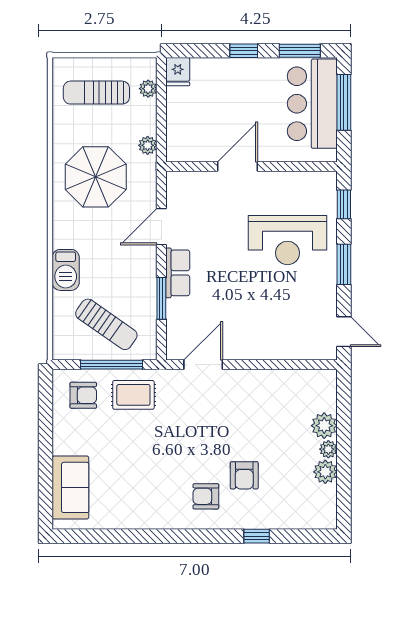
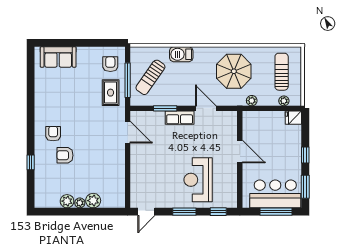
armchair: (83, 395) -> (110, 64), turned 180

